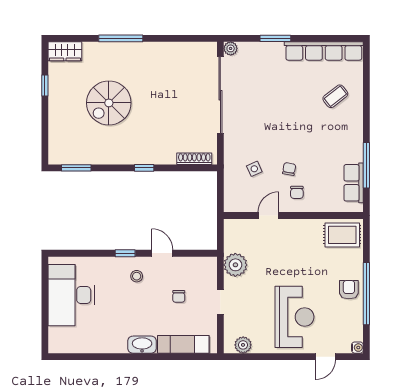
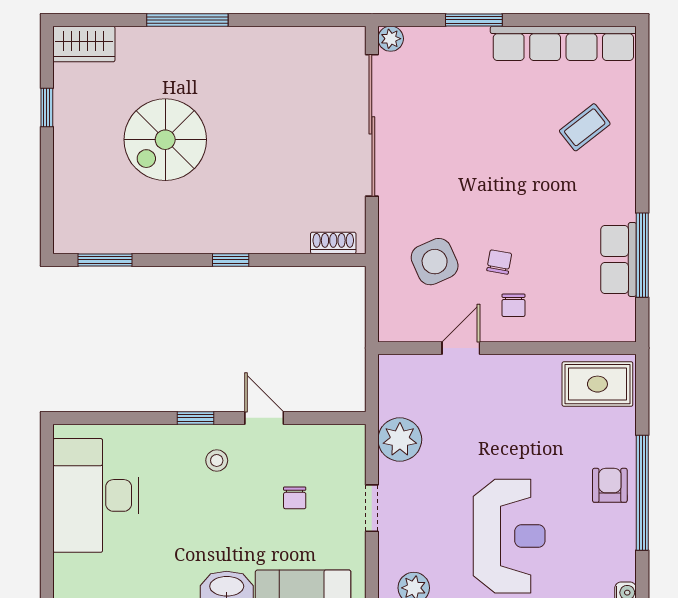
shoe rack: (194, 159) -> (333, 243), width x0.70
side table: (254, 169) -> (435, 262), width x1.87, depth x1.87
row of seats: (354, 183) -> (619, 259), moved

